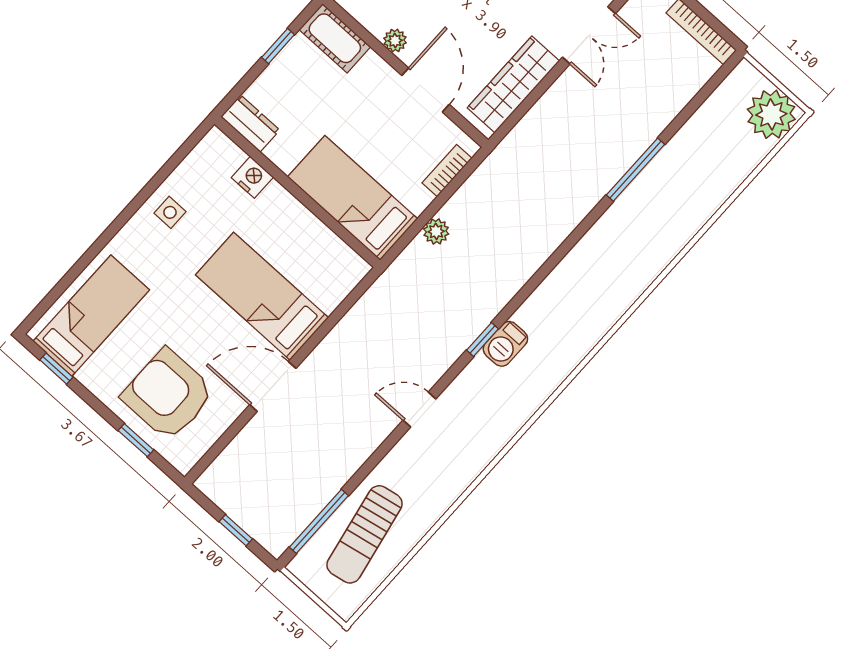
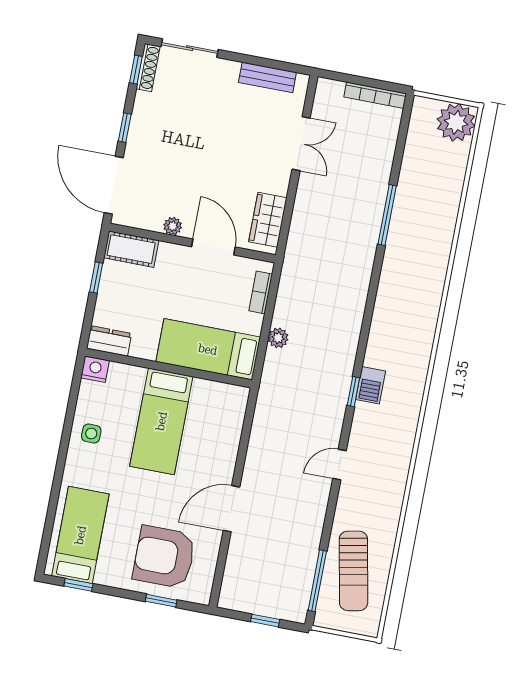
wardrobe: (513, 84) -> (268, 220), width x0.67
nightstand: (252, 177) -> (95, 369), moved
bed: (262, 296) -> (161, 421), moved, turned -90

